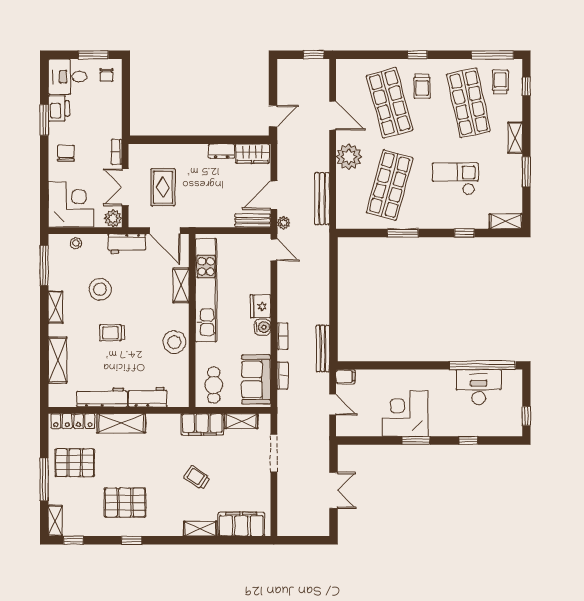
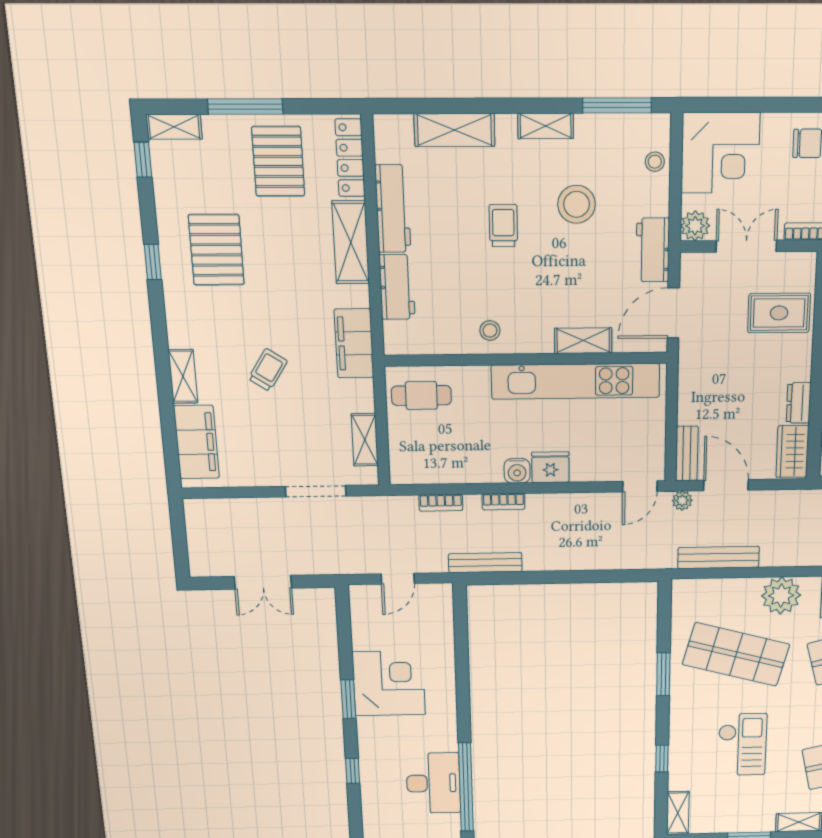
rug: (163, 187) -> (779, 313), moved
stool: (174, 342) -> (490, 331), width x0.53, depth x0.53
filing cabinet: (345, 377) -> (442, 597), removed
sofa: (256, 379) -> (433, 462), removed
filing cabinet: (202, 424) -> (354, 343), moved

